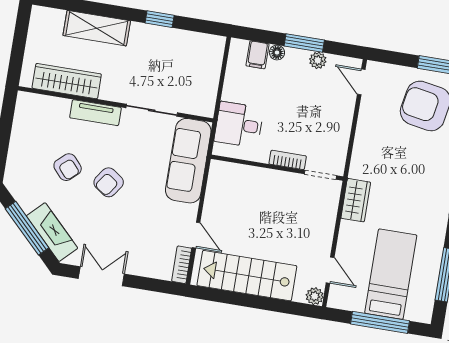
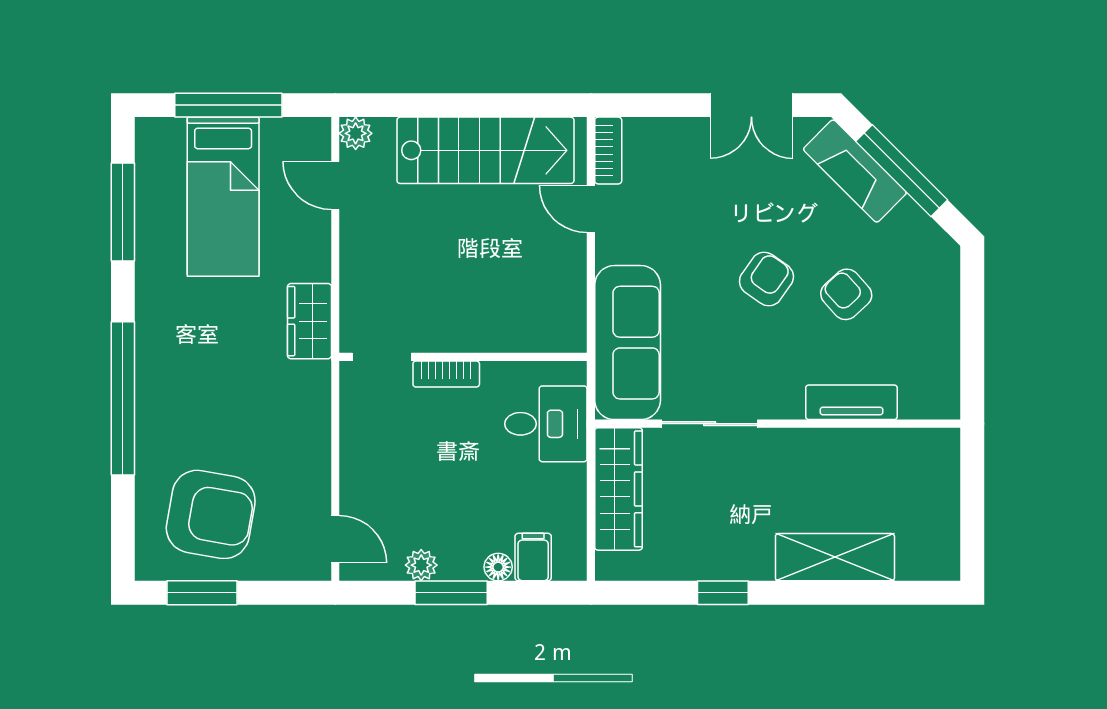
wardrobe: (67, 81) -> (619, 489), moved, turned -90
tv unit: (95, 113) -> (851, 402), moved

